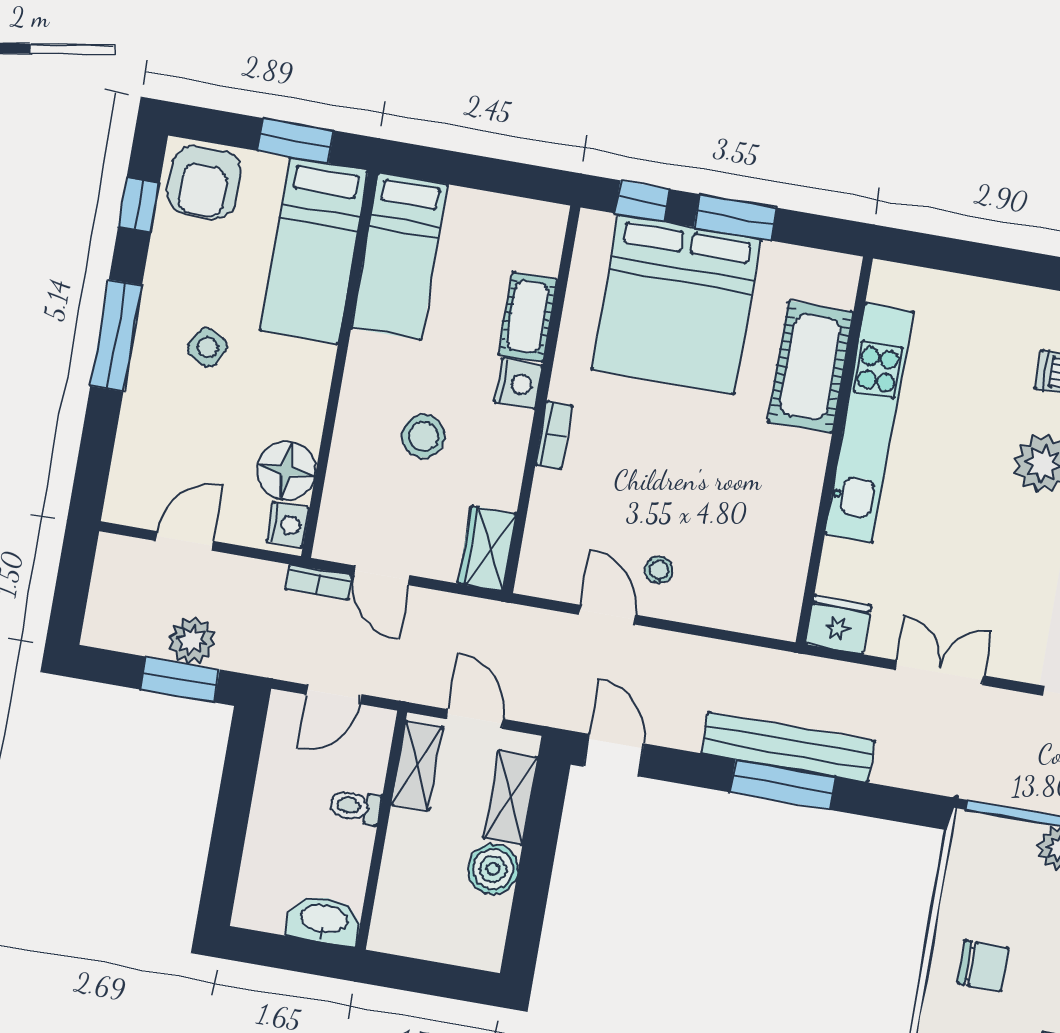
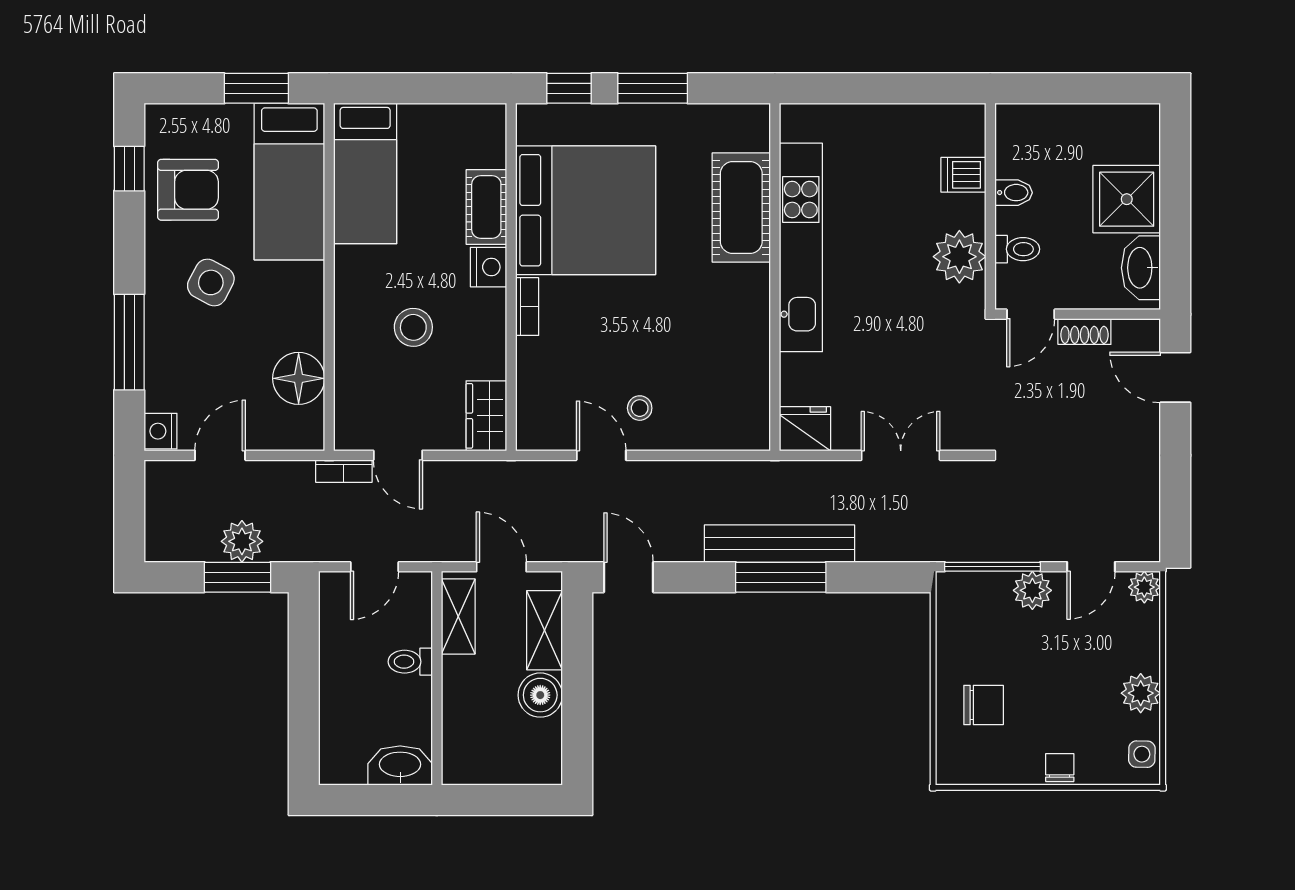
armchair: (204, 182) -> (188, 190), moved, turned -90
bed: (676, 304) -> (586, 210), moved, turned -90
window: (116, 336) -> (129, 342), moved
side table: (207, 347) -> (211, 282), width x1.37, depth x1.37
nightstand: (288, 525) -> (161, 431), moved, turned 180

